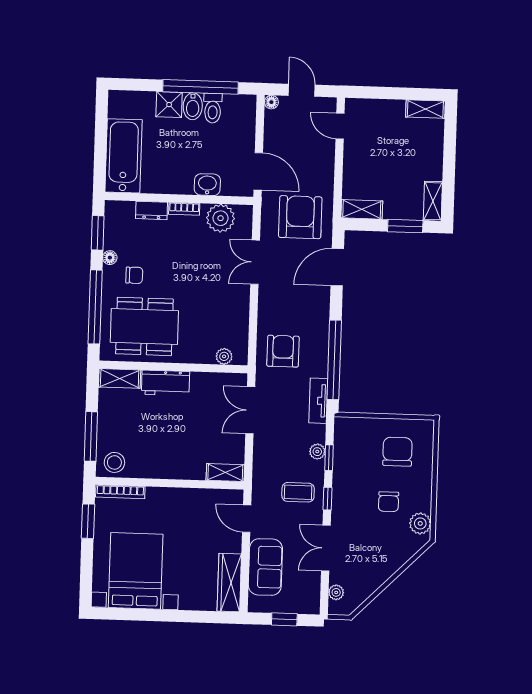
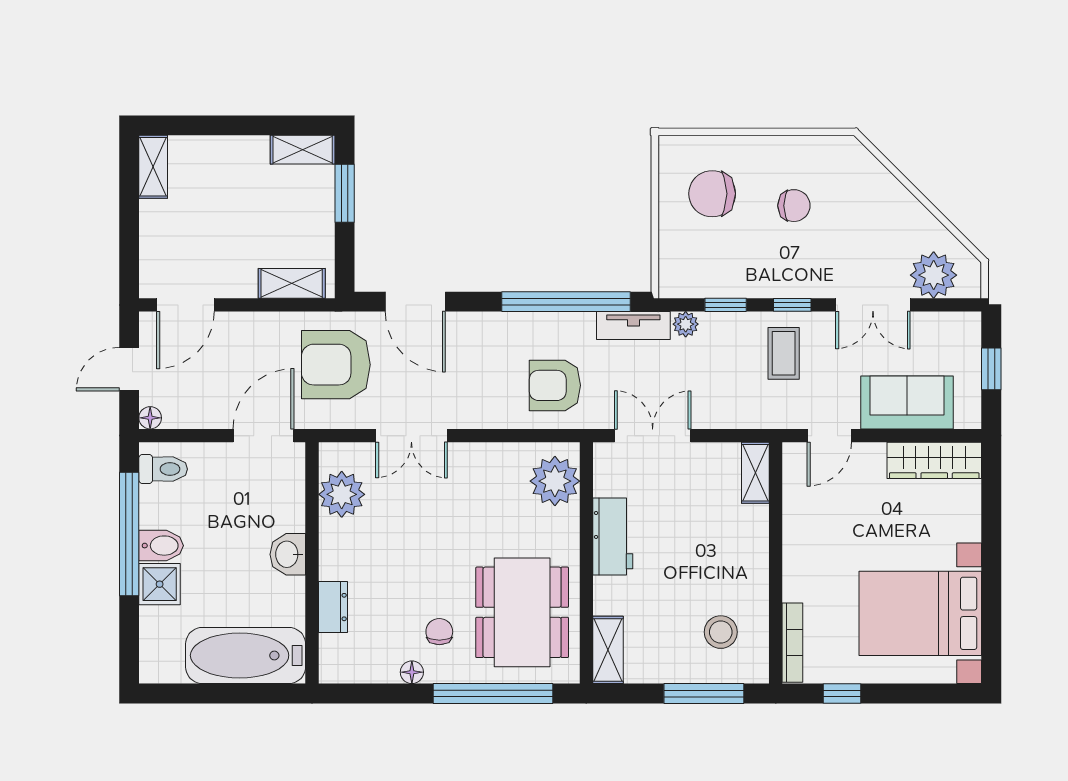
toilet: (213, 108) -> (163, 469), moved
door: (340, 126) -> (185, 305), width x1.38
washbasin: (207, 185) -> (288, 554), moved
bookcase: (184, 209) -> (329, 554), removed
shelving: (362, 209) -> (292, 283), moved, turned 90
window: (98, 233) -> (372, 694), removed
plant: (224, 356) -> (555, 481), width x1.87, depth x1.87
workbench: (165, 383) -> (613, 537), moved
double door: (250, 410) -> (653, 436), swing flipped
plant: (317, 452) -> (686, 324), moved
stool: (114, 462) -> (721, 632), moved
window: (88, 521) -> (842, 694), width x0.67
plant: (420, 523) -> (828, 153), removed
plant: (336, 592) -> (934, 275), width x1.88, depth x1.88

